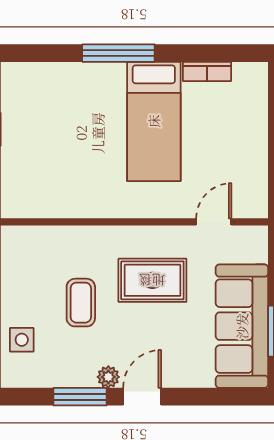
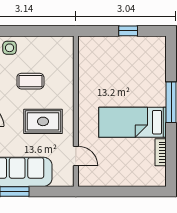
rug: (152, 280) -> (43, 121), turned 90

